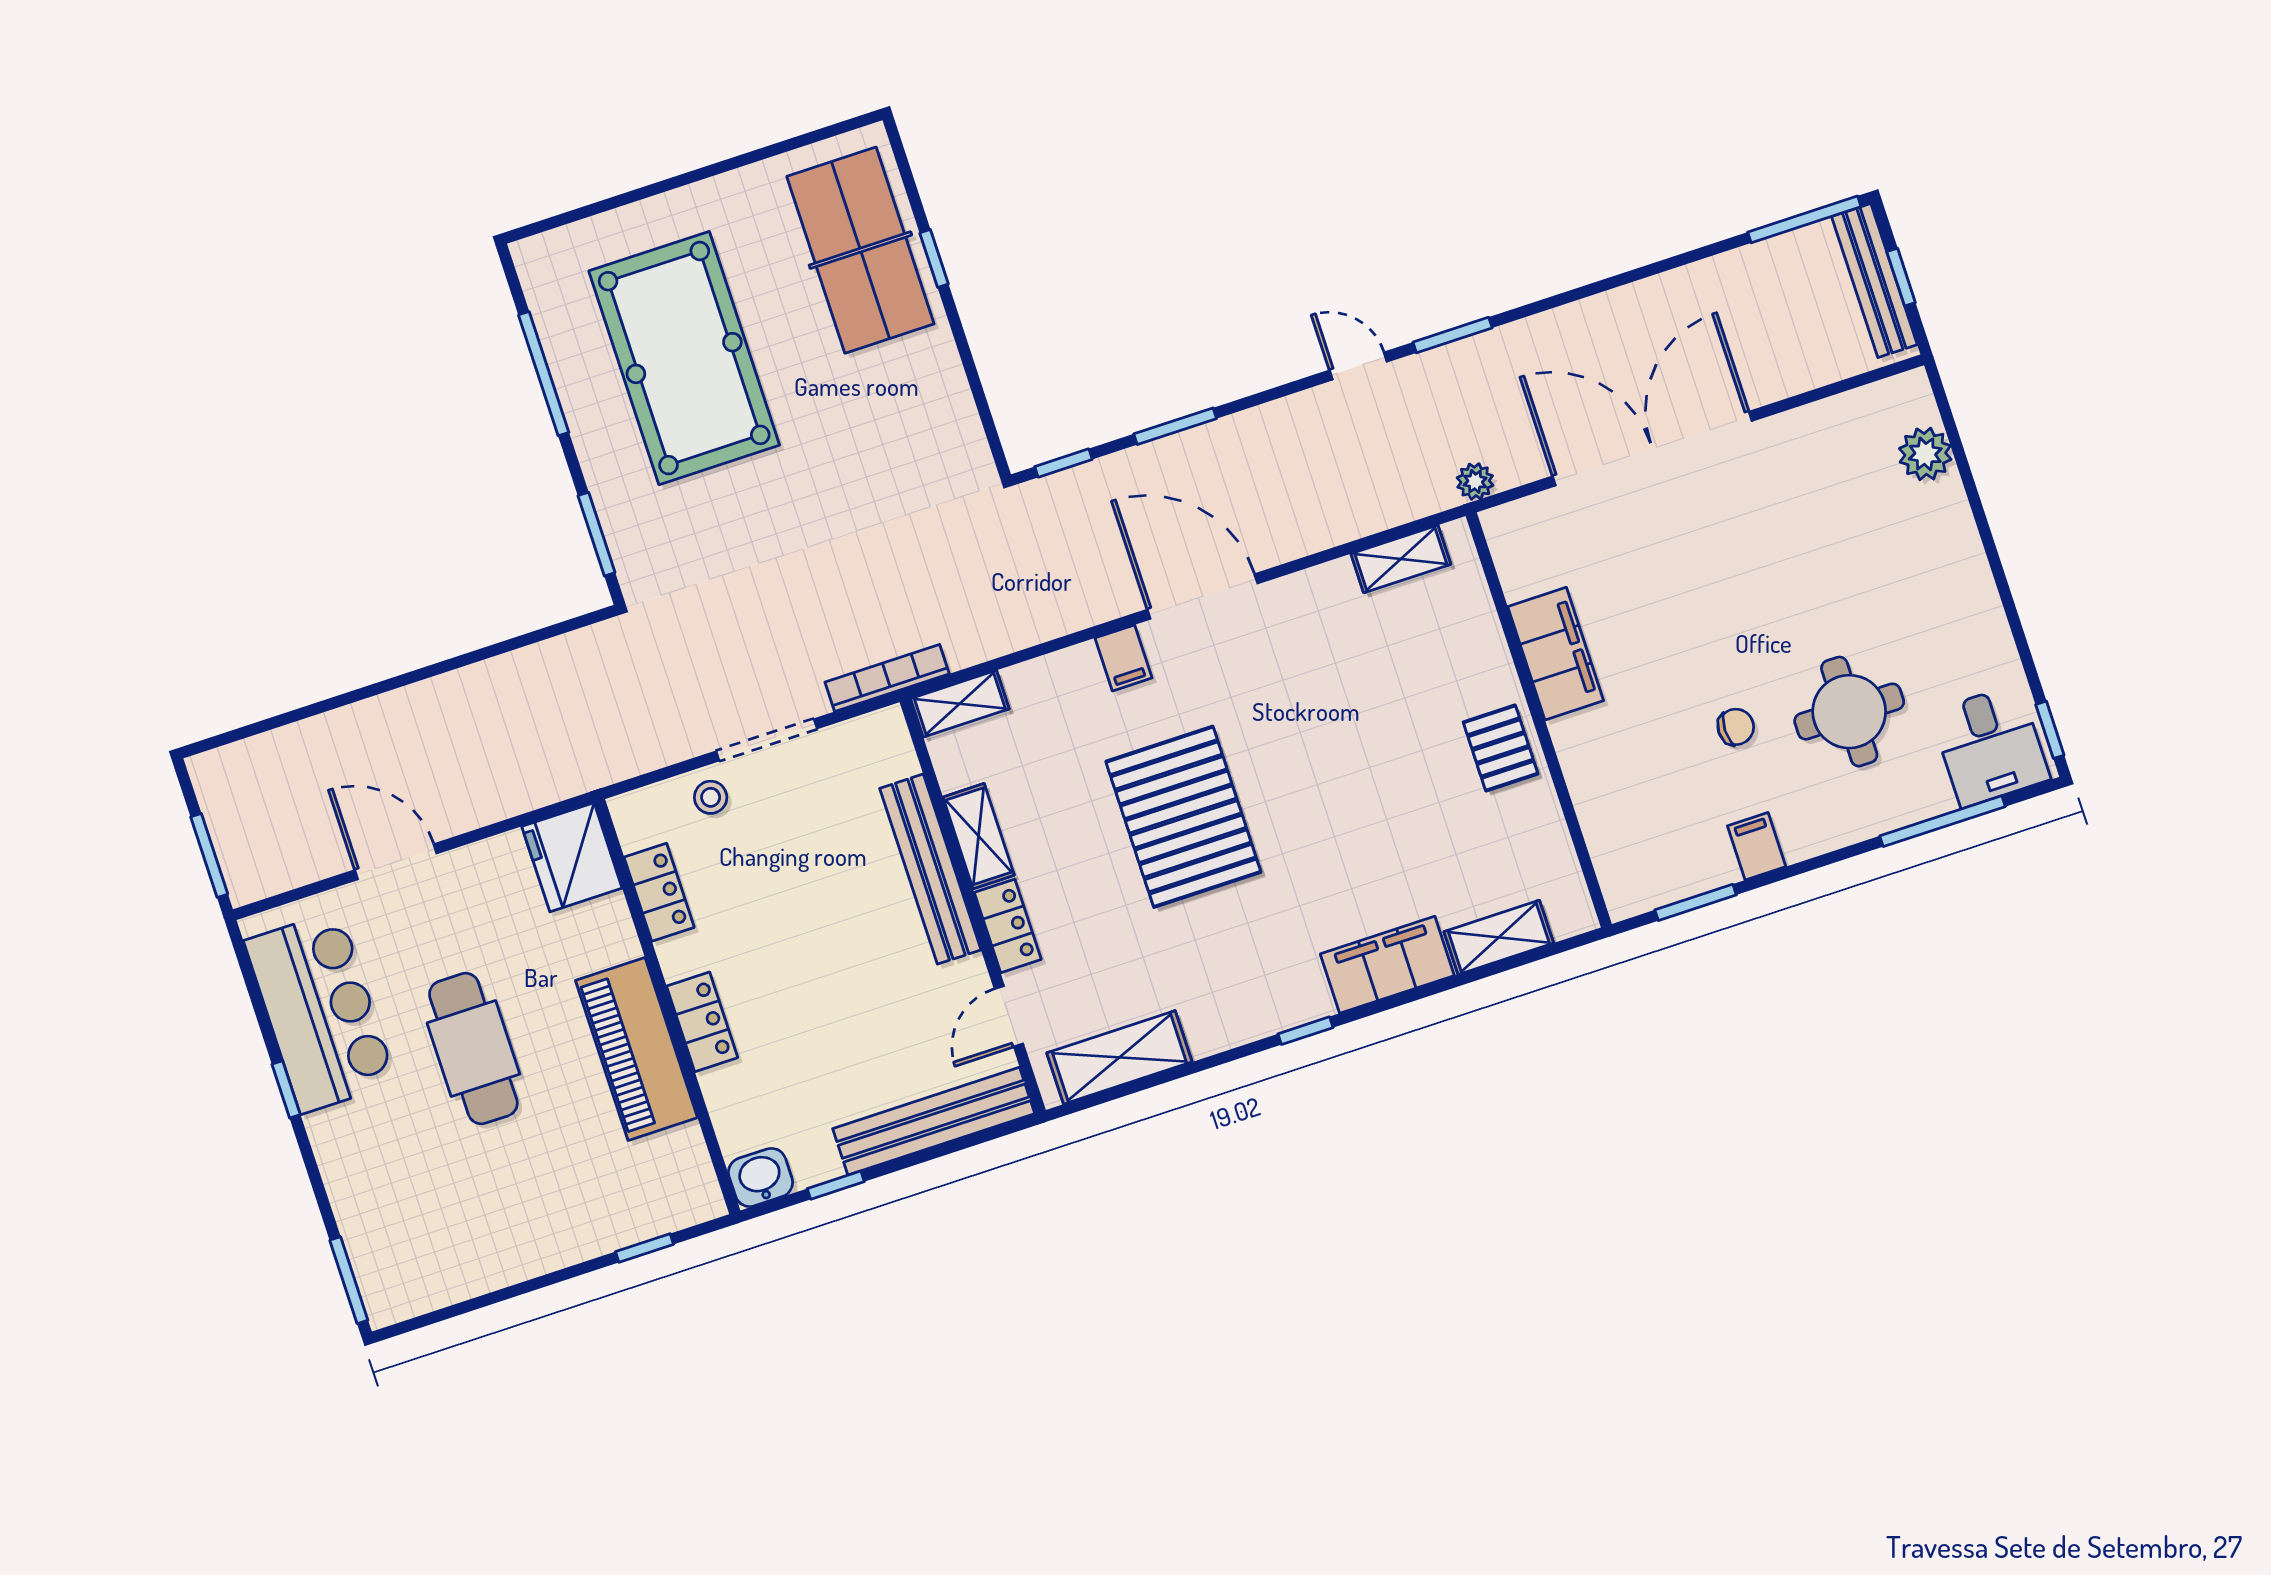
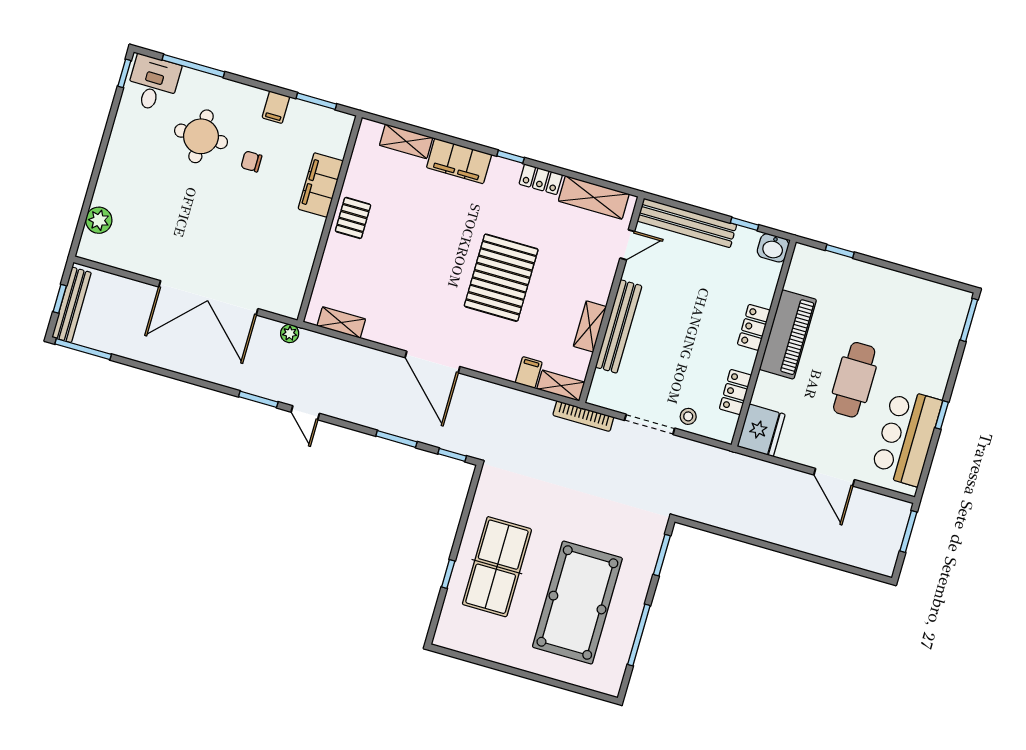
table tennis table: (860, 250) -> (497, 567), moved
filing cabinet: (1556, 654) -> (321, 185), moved
filing cabinet: (1124, 658) -> (529, 372), moved
locker: (1008, 926) -> (541, 179), moved, turned -90

